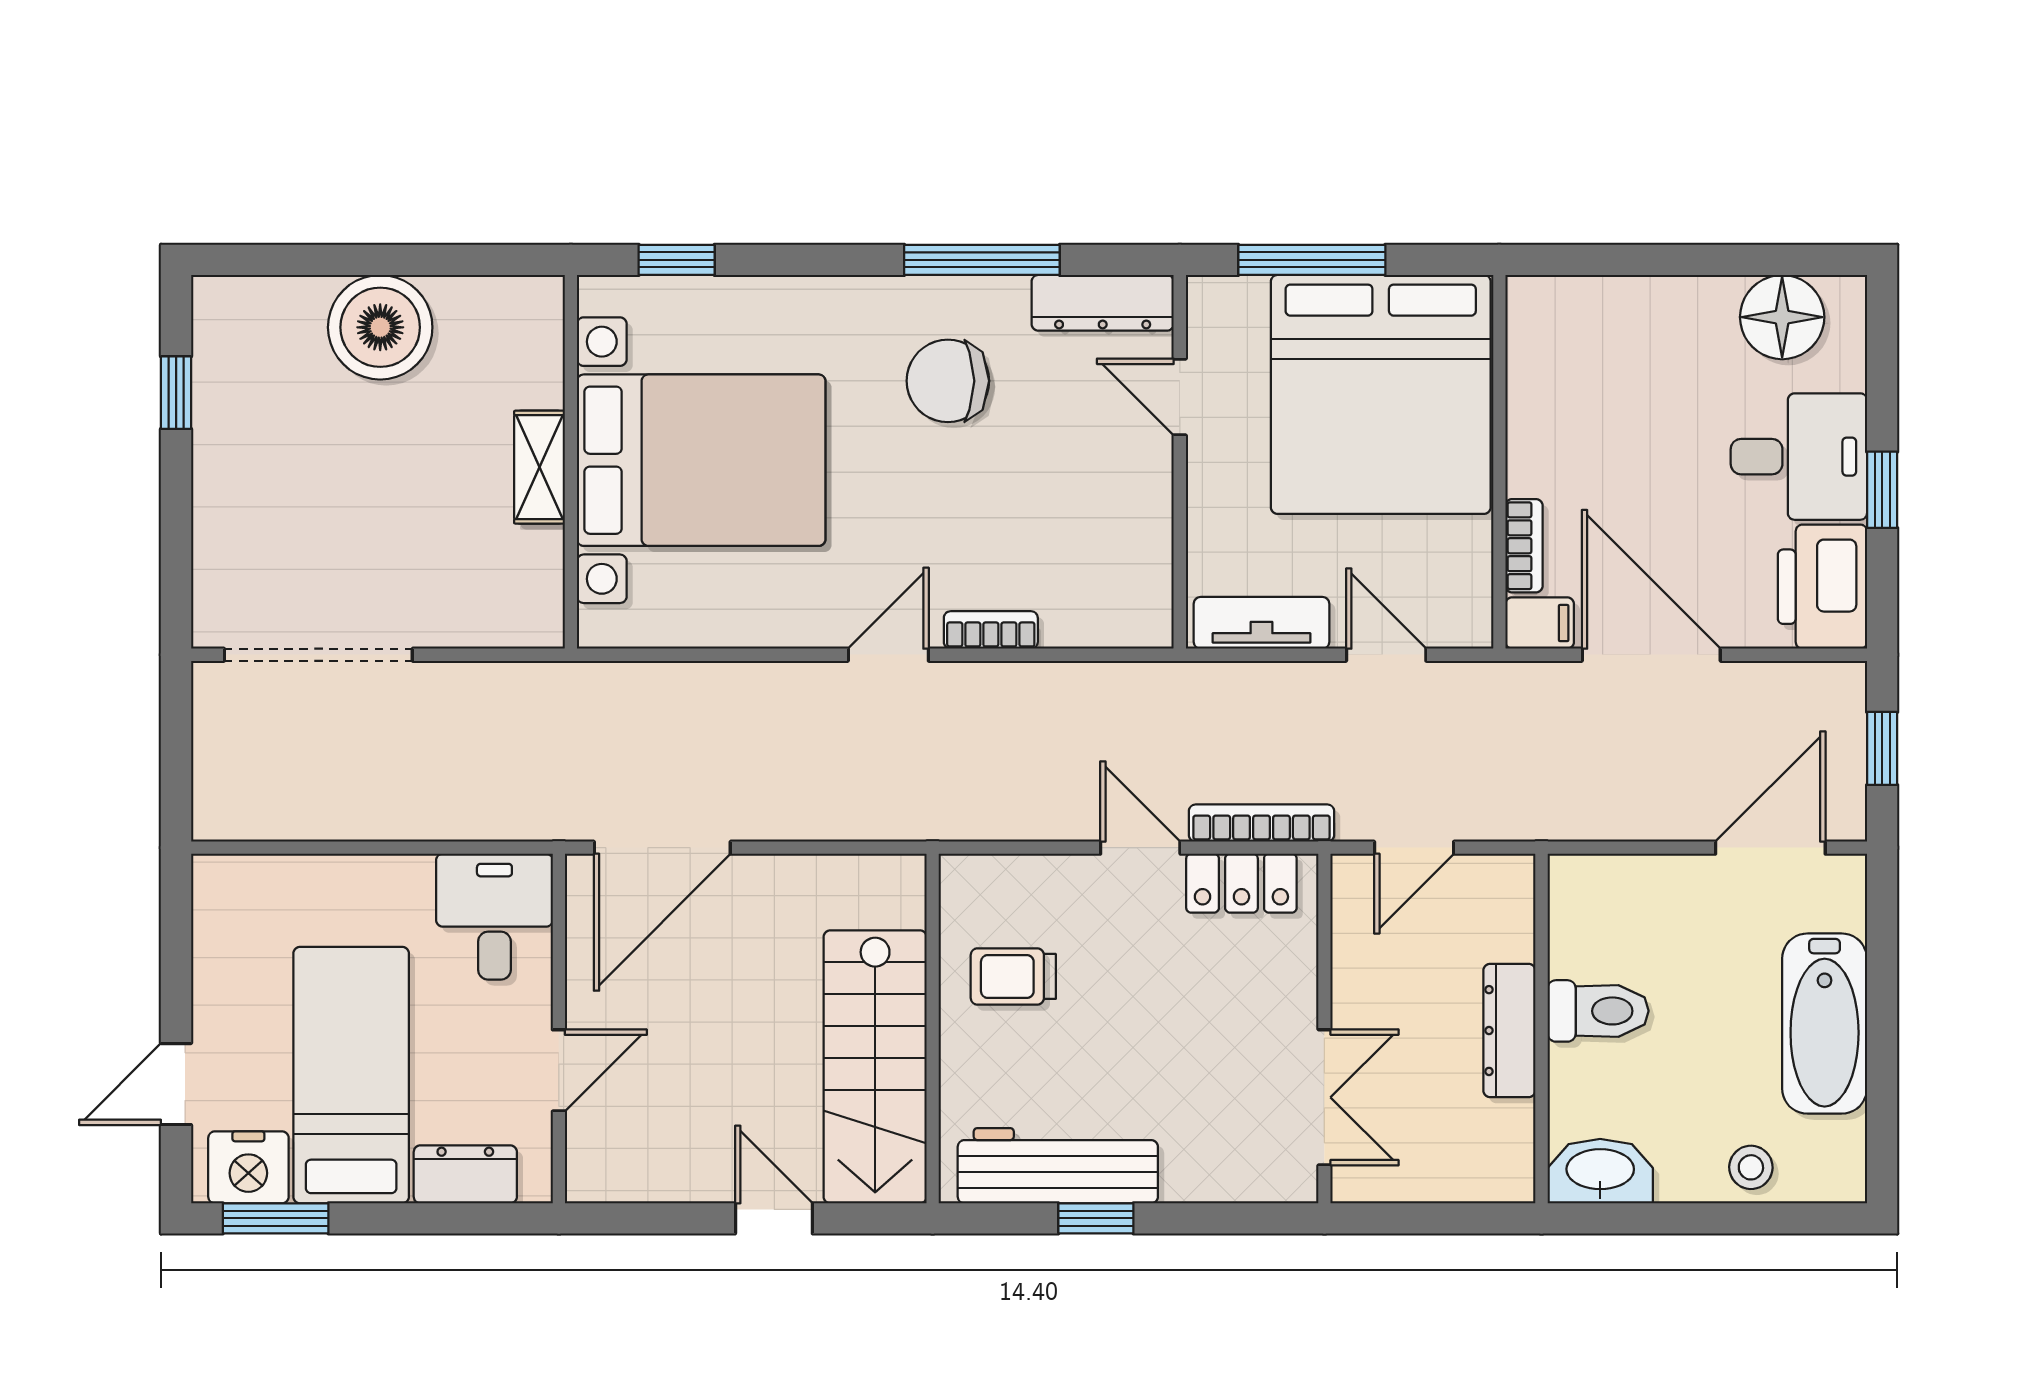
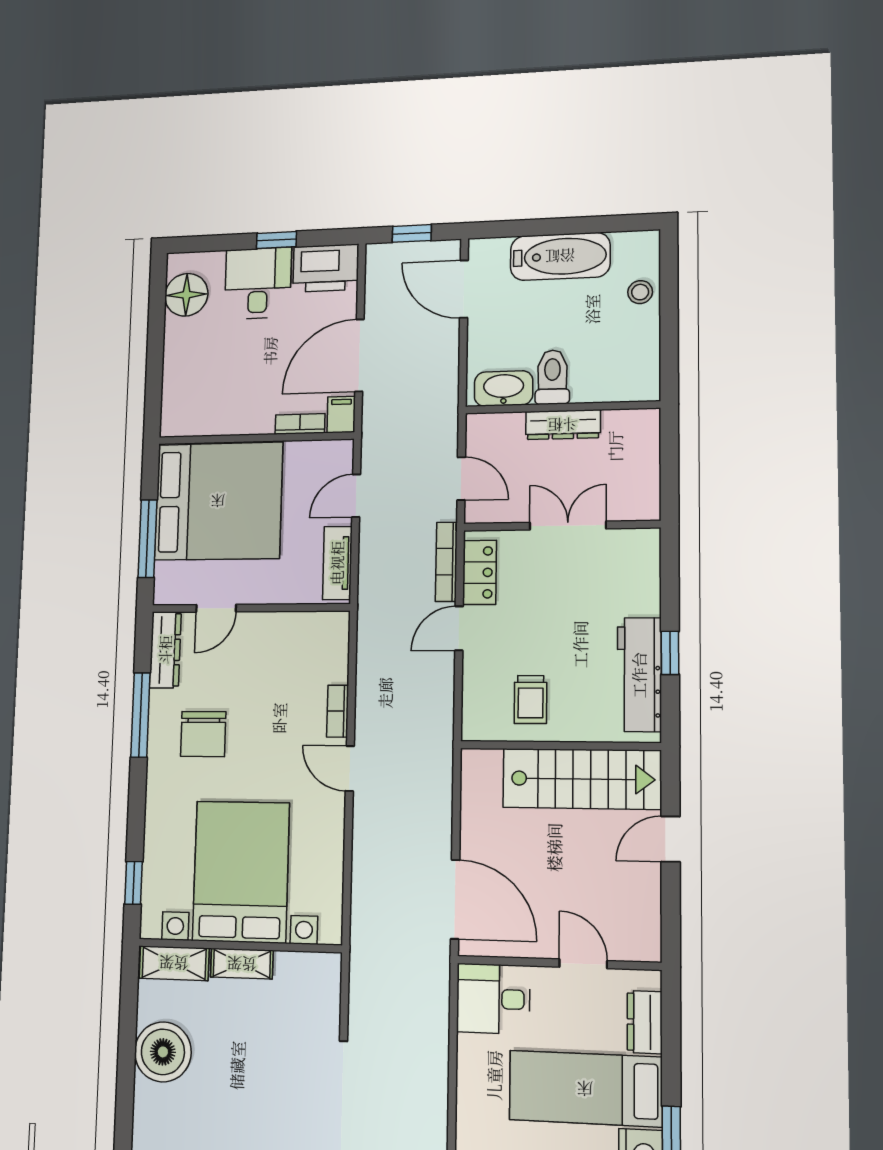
shelving: (536, 342) -> (174, 963), added
double door: (1324, 1097) -> (568, 526), moved
washbasin: (1600, 1171) -> (504, 388), moved, turned 90

